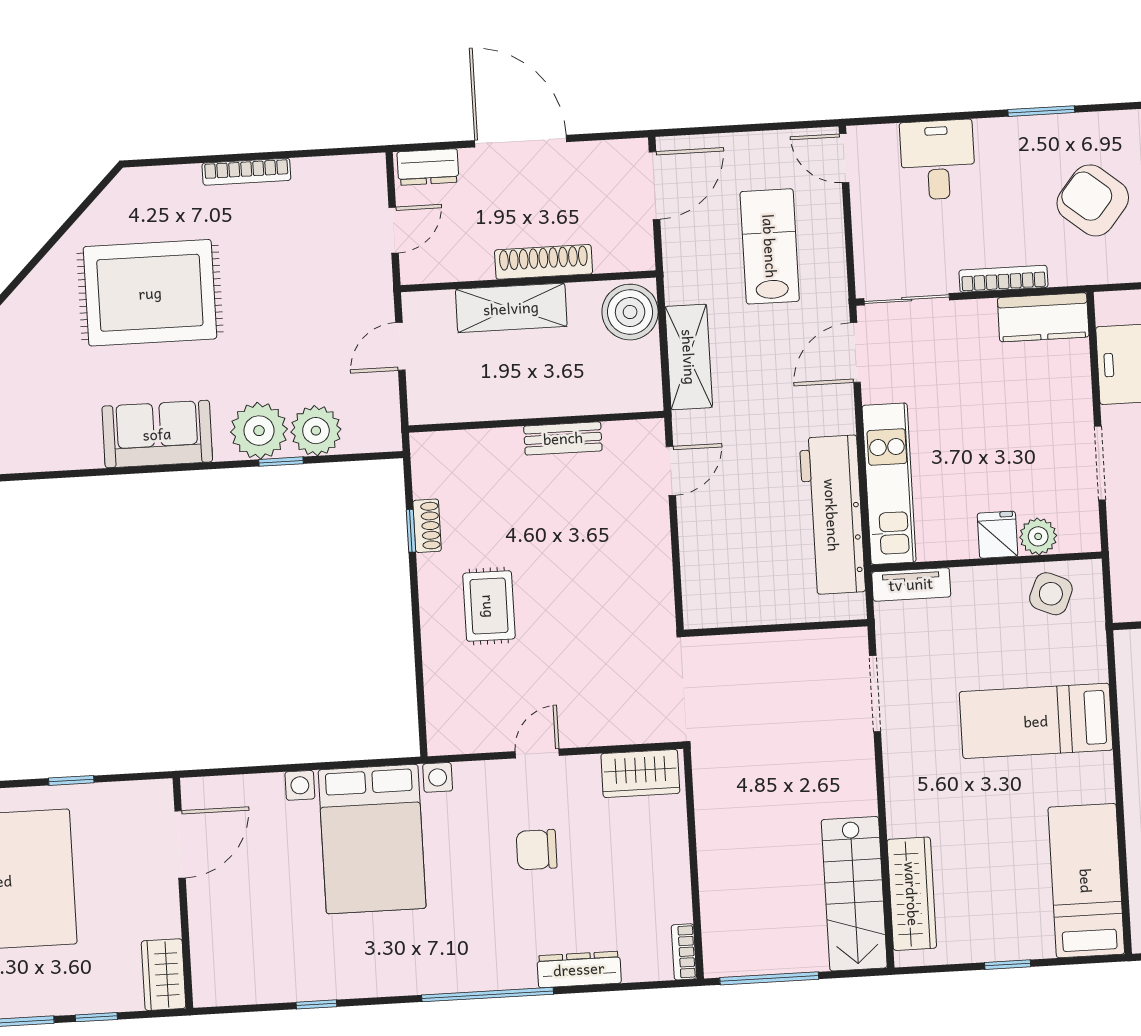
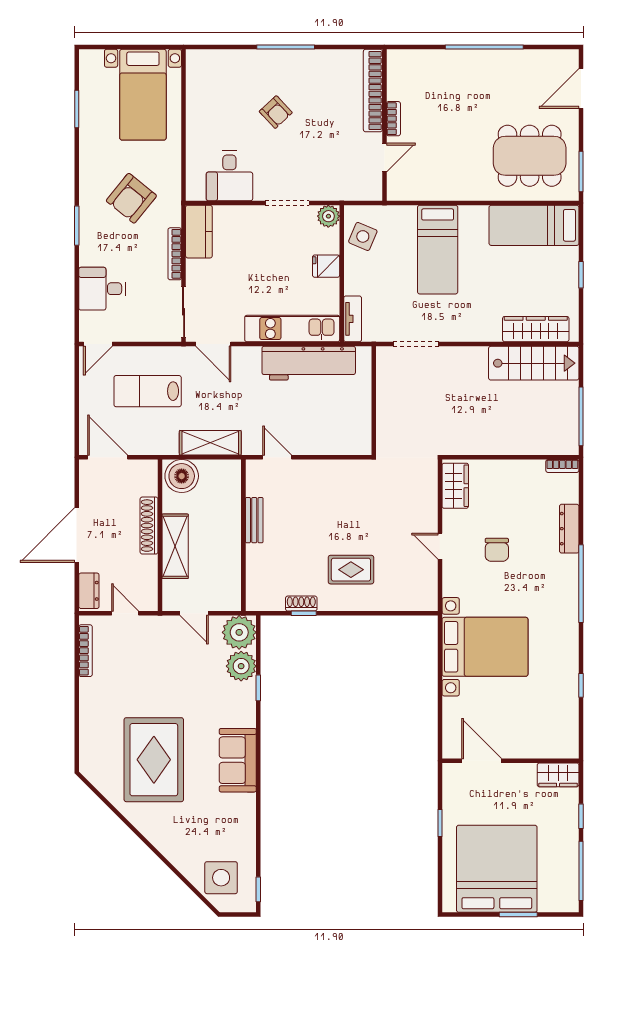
bookcase: (246, 172) -> (85, 651), moved
plant: (259, 431) -> (239, 632), moved
plant: (1038, 536) -> (328, 216), moved

